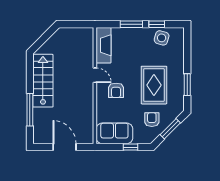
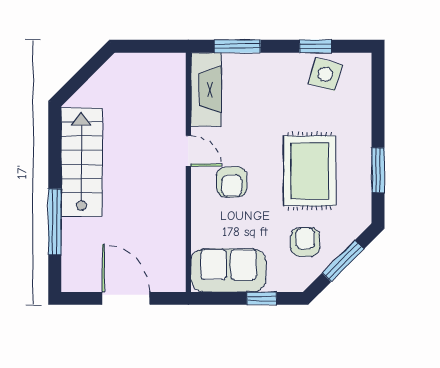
window: (131, 24) -> (237, 46), moved

